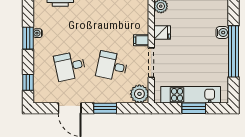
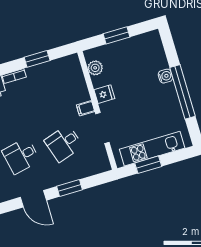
desk: (112, 66) -> (64, 143), turned -30
plant: (139, 94) -> (100, 163), removed
window: (194, 108) -> (148, 165), moved

